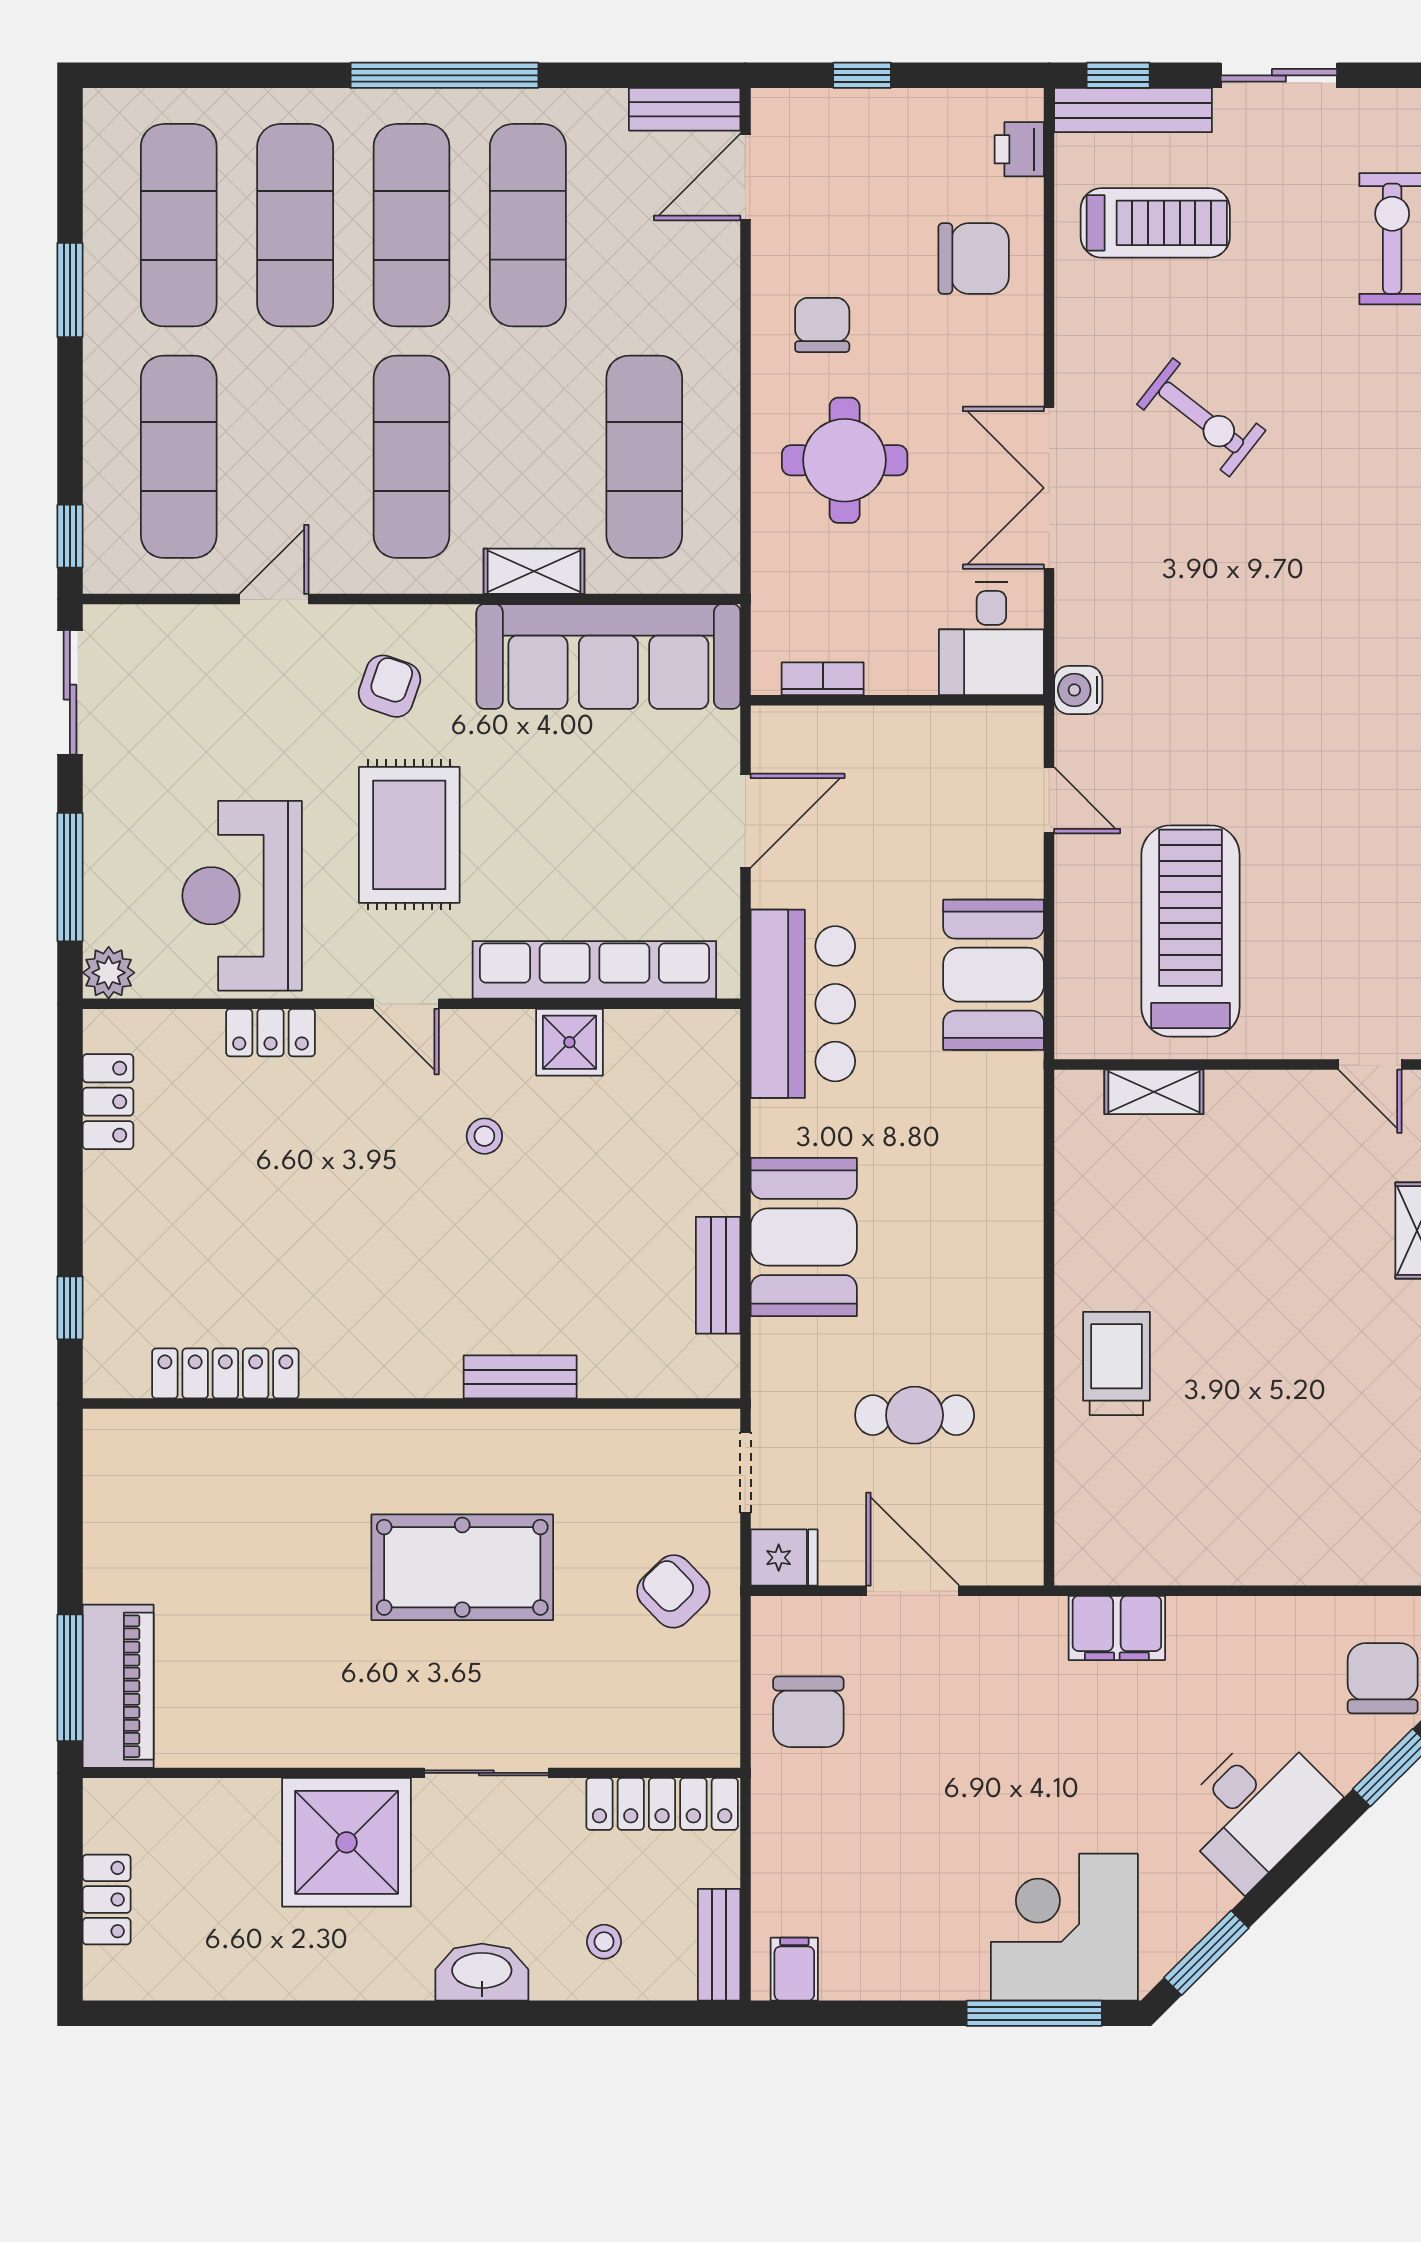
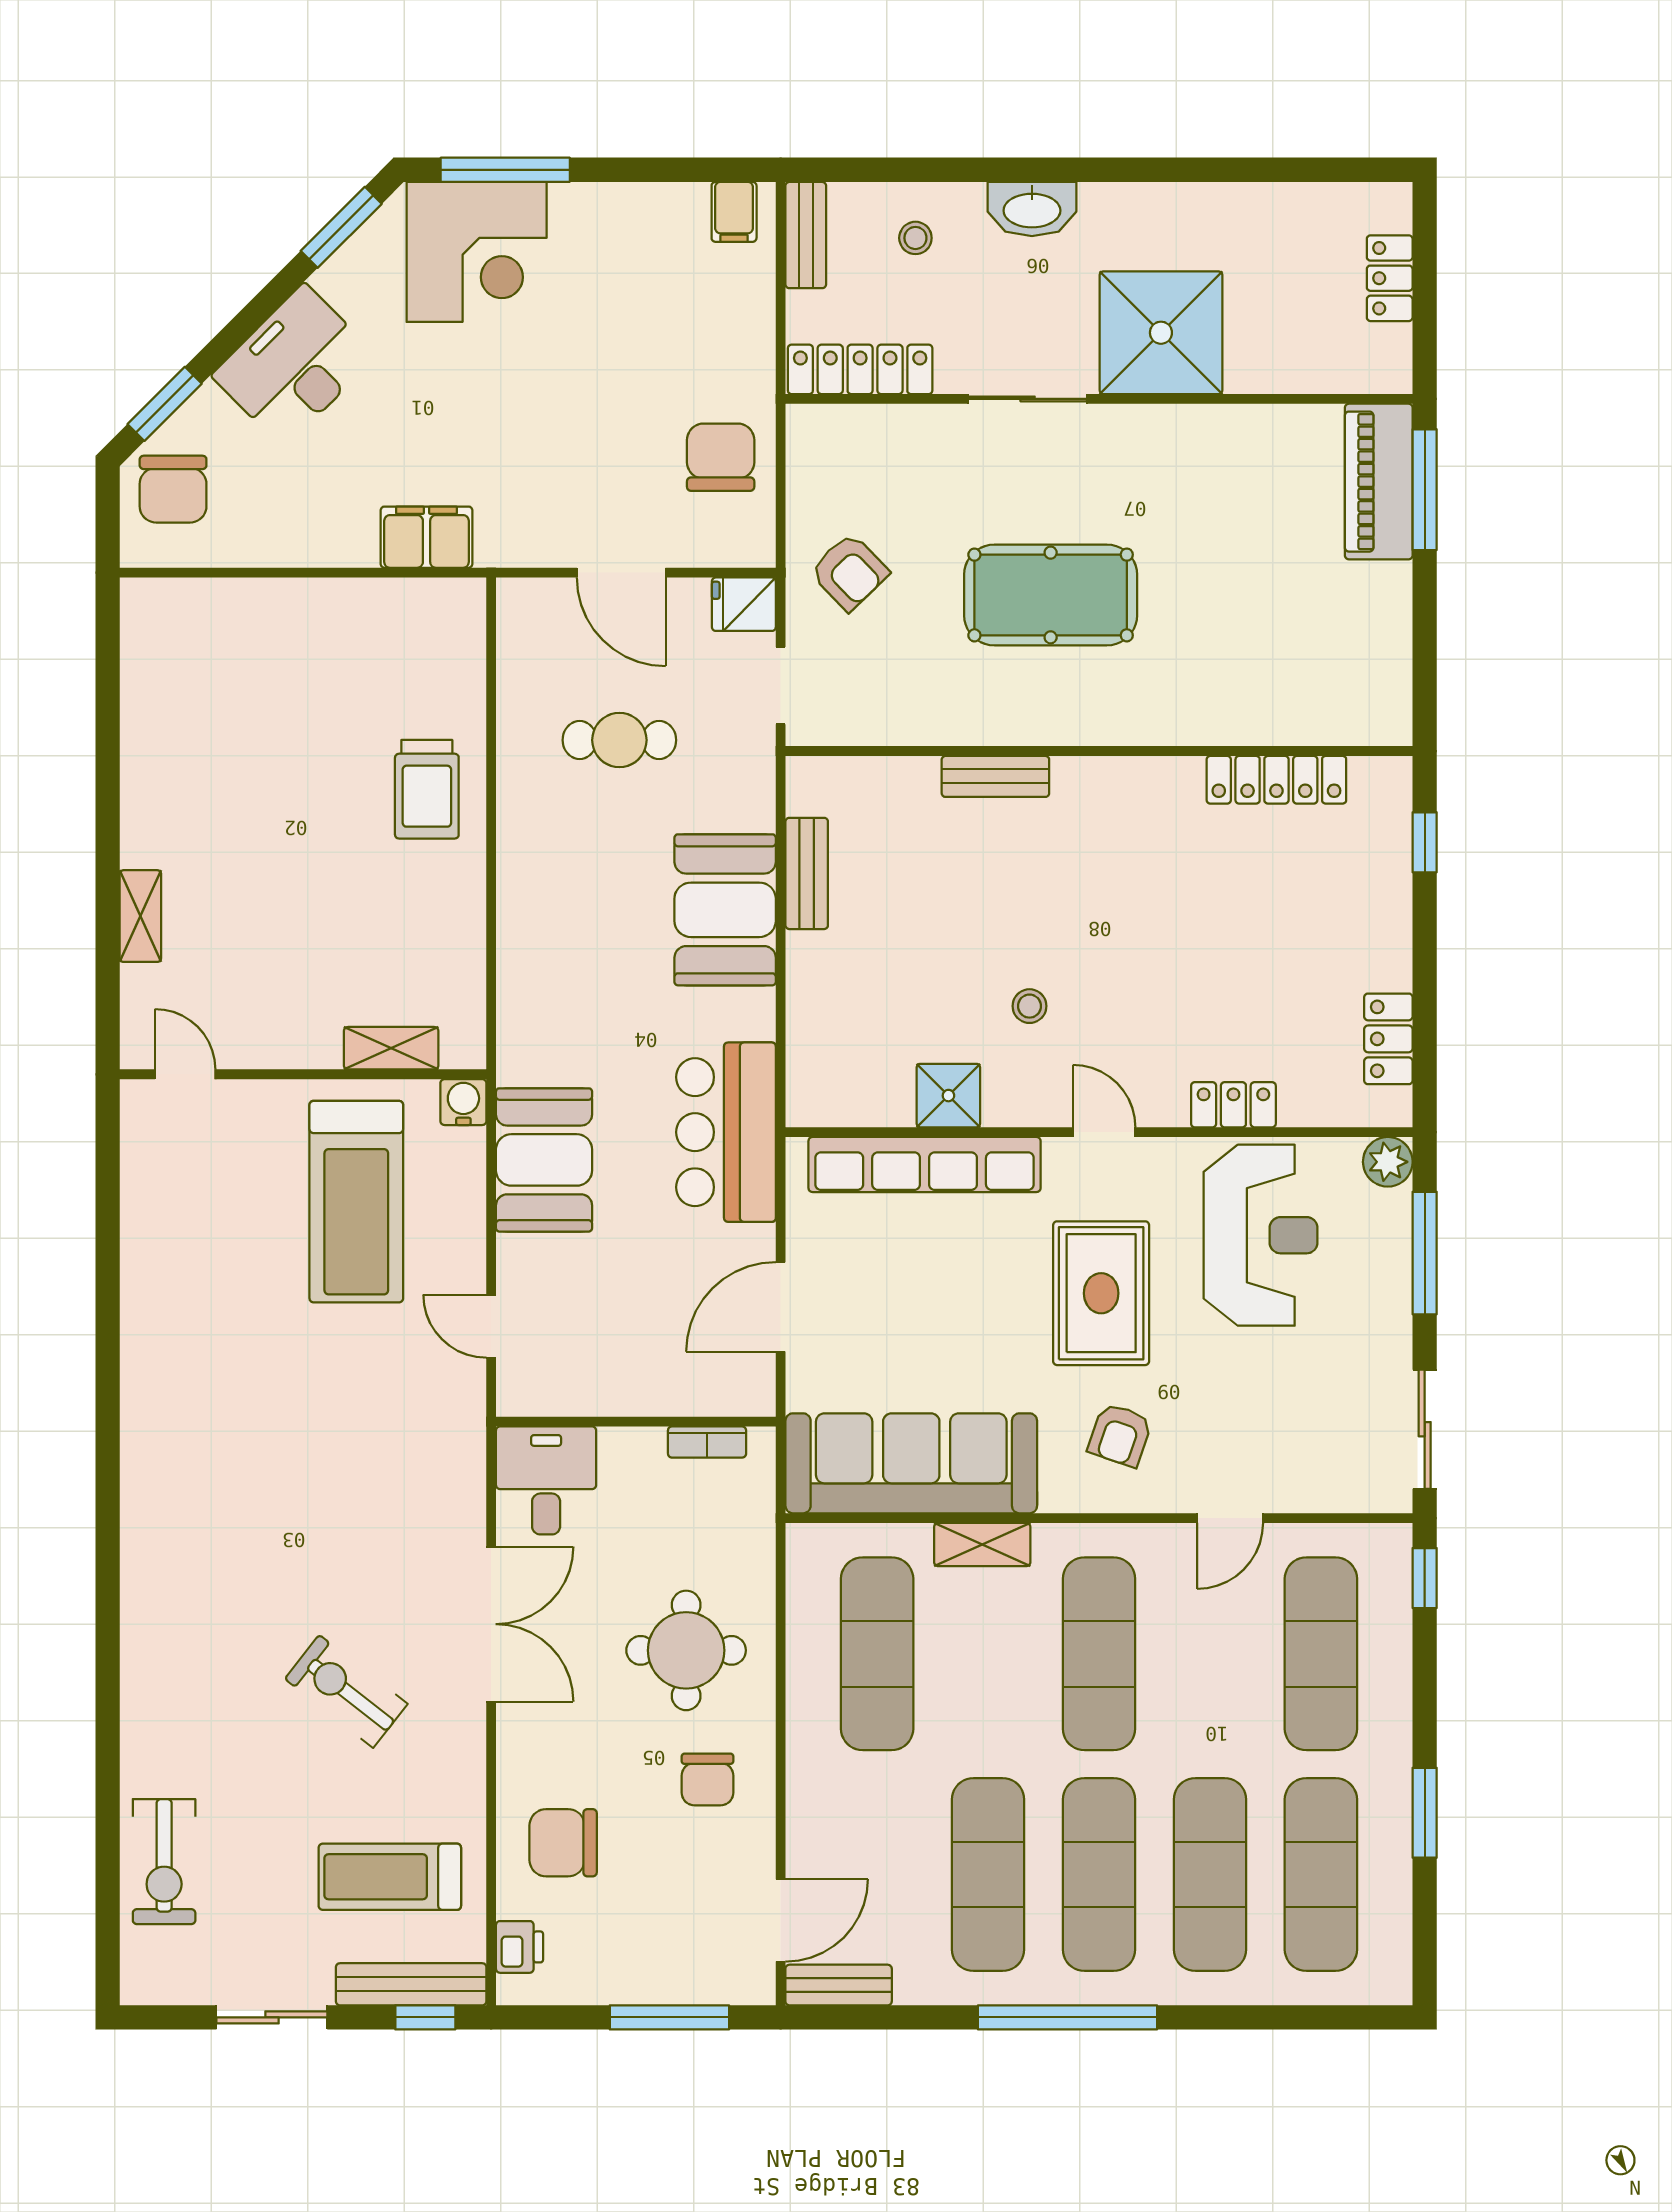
window: (862, 75) -> (669, 2017), width x2.17
water cooler: (1078, 690) -> (463, 1102), moved, turned -90

